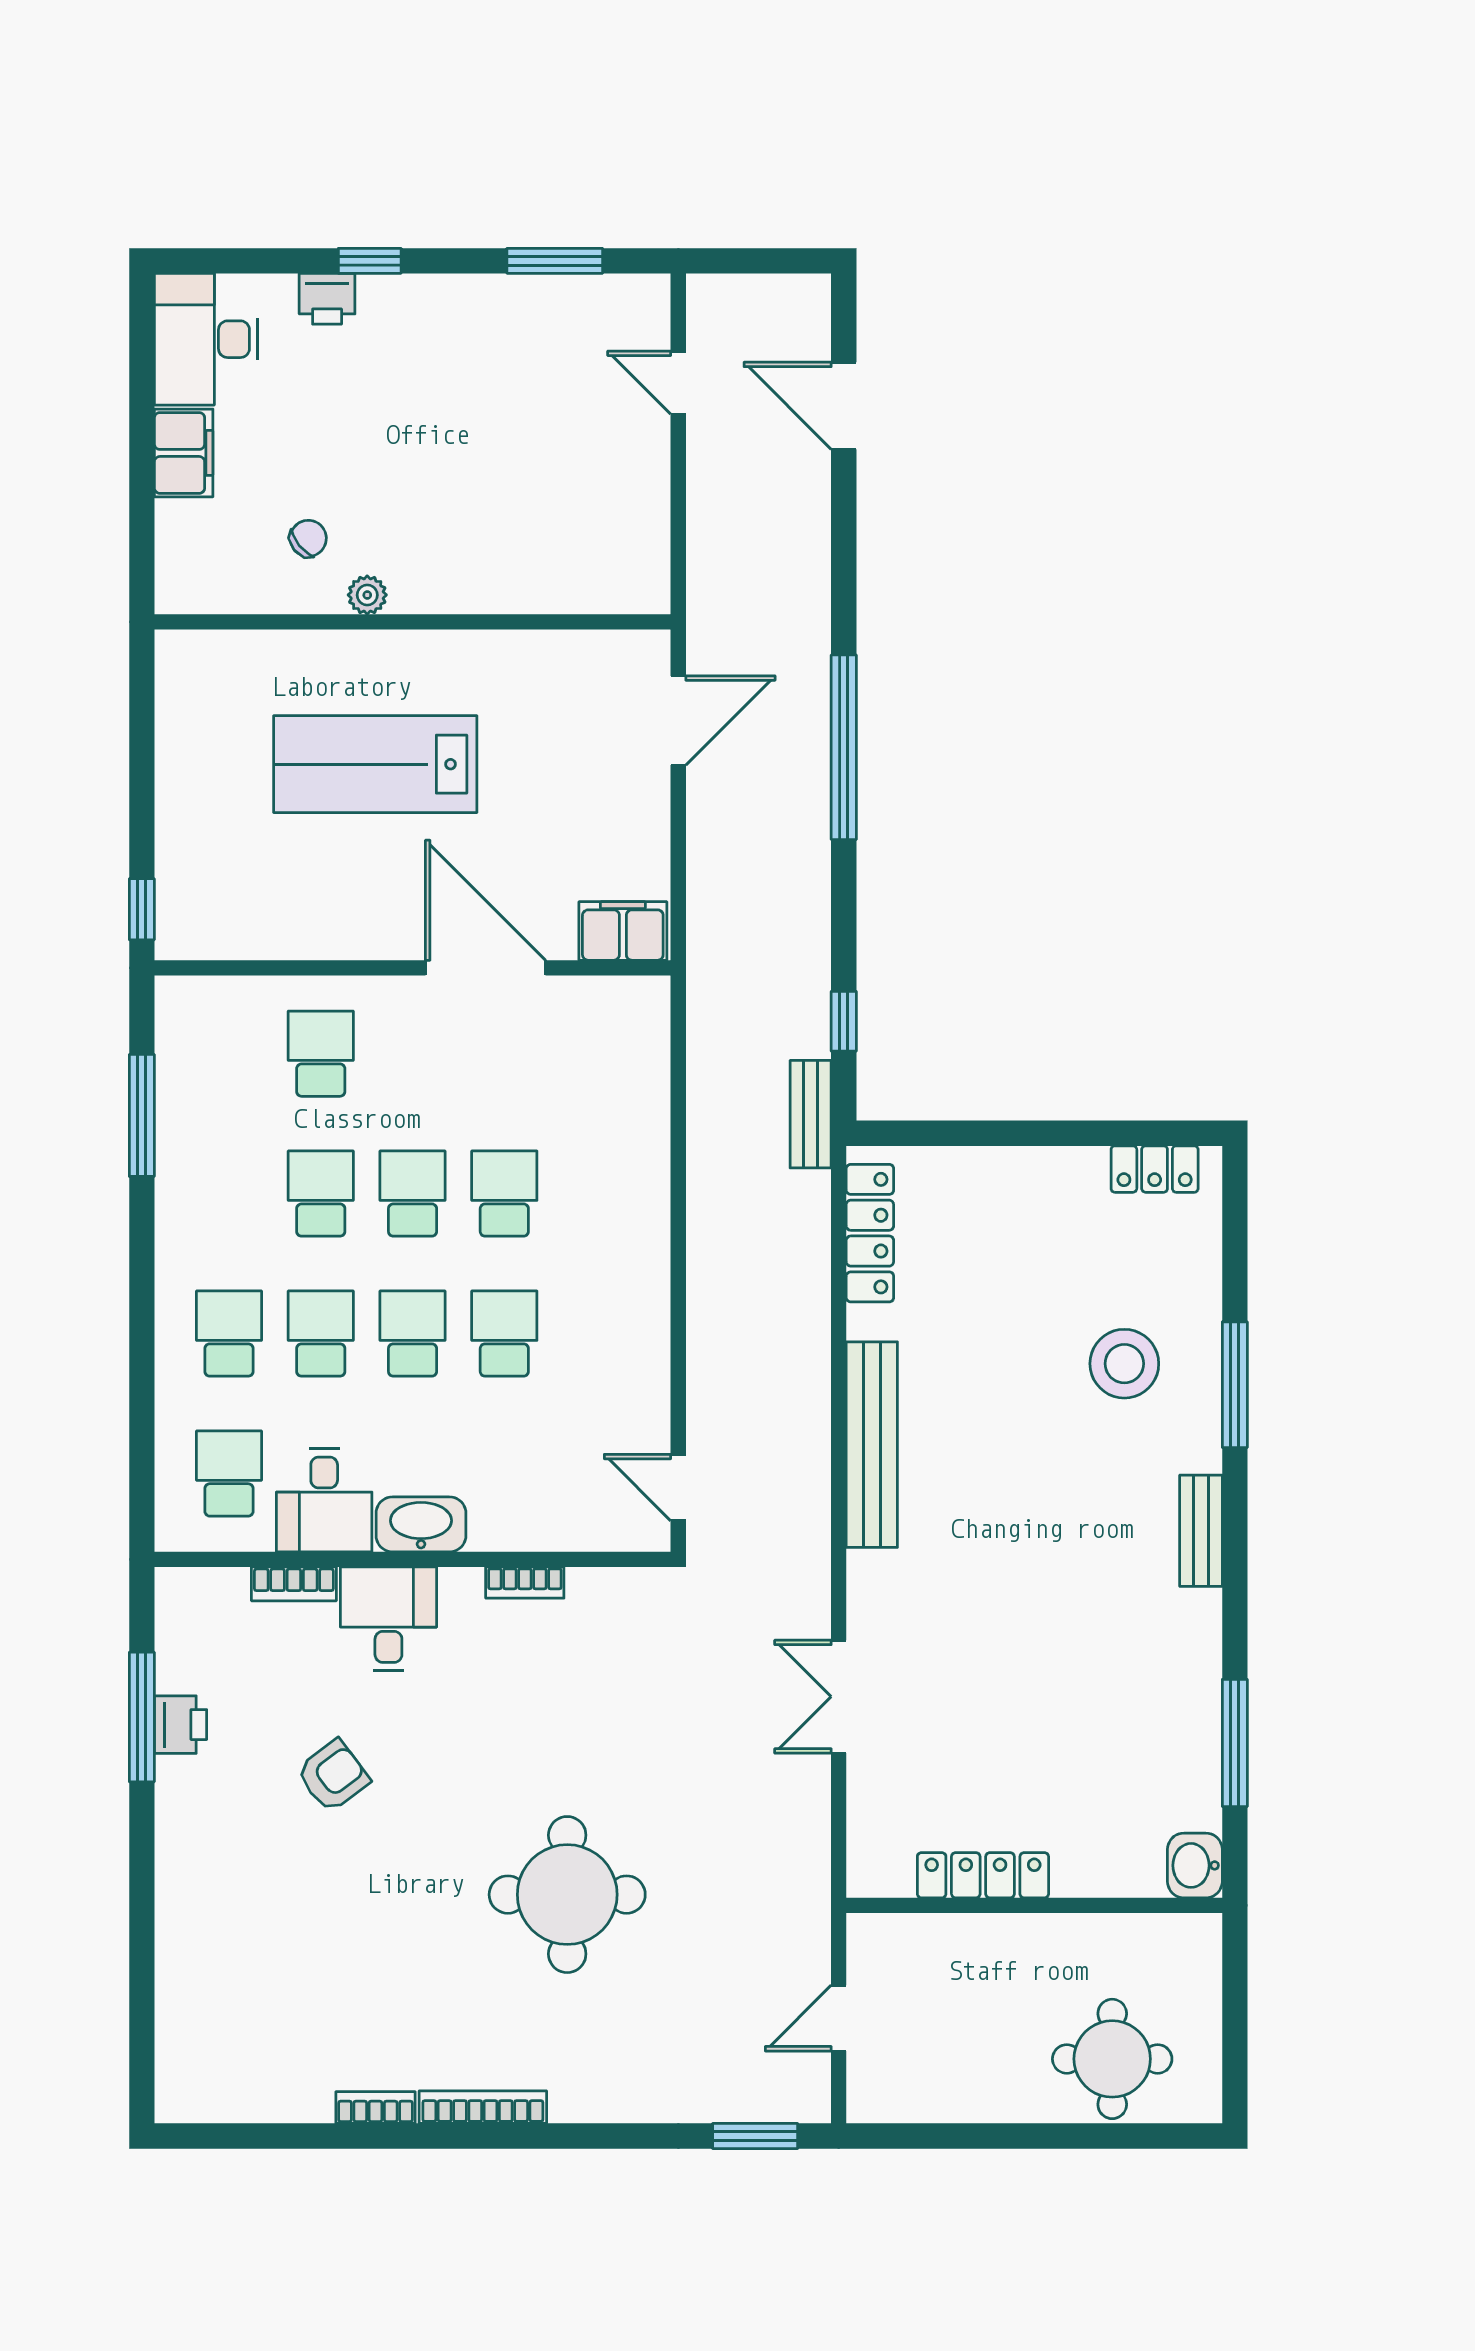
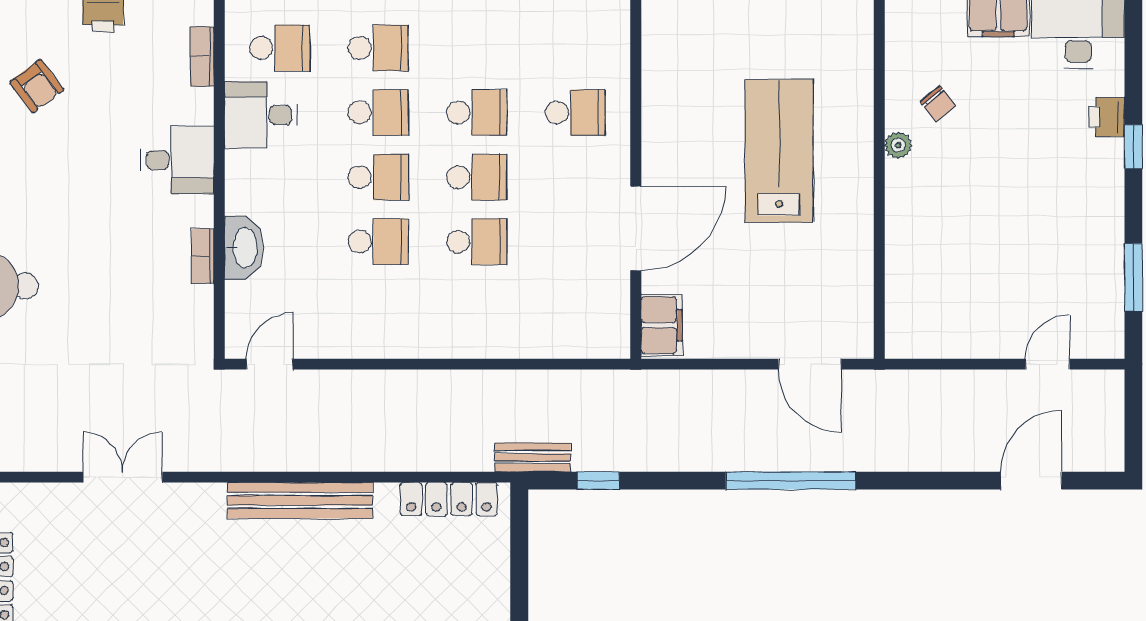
washbasin: (421, 1524) -> (244, 248), moved
bookcase: (294, 1584) -> (202, 57), moved
armchair: (333, 1776) -> (37, 86), moved

